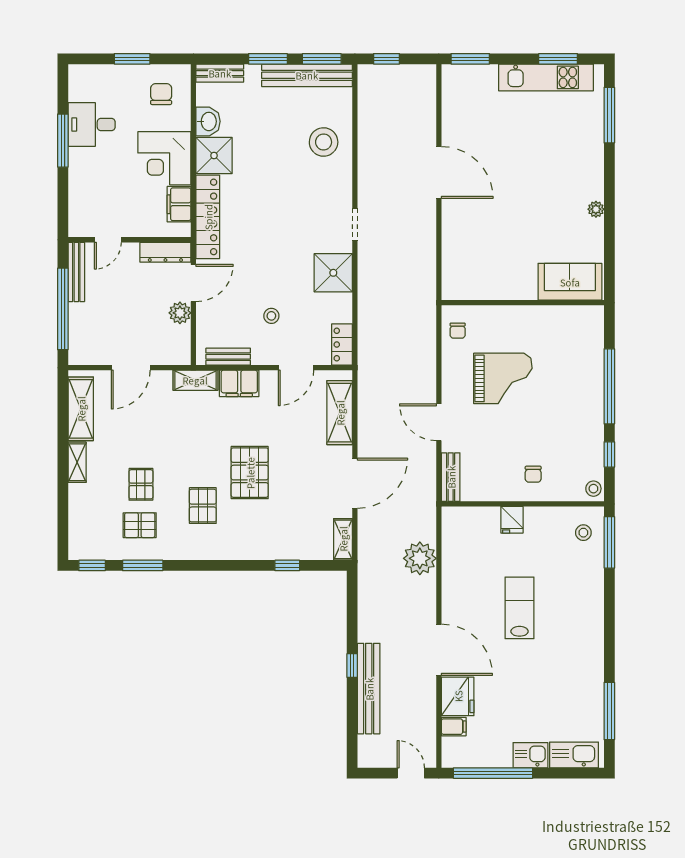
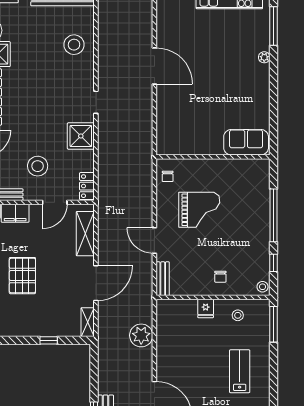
plant: (596, 209) -> (264, 57), moved
stool: (271, 316) -> (38, 166), width x1.89, depth x1.89
stool: (583, 533) -> (238, 315), moved
lab bench: (520, 608) -> (240, 371), moved

